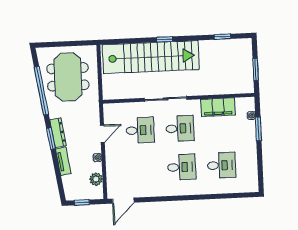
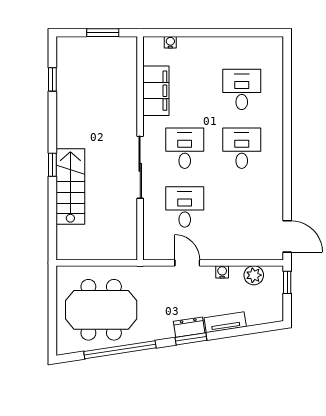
stairs: (151, 57) -> (70, 186), width x0.54, depth x0.66
window: (258, 129) -> (191, 33), removed
dresser: (58, 133) -> (189, 327), width x0.70
window: (82, 202) -> (287, 282), moved

